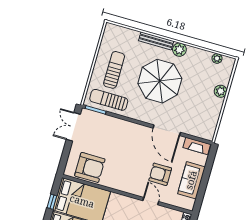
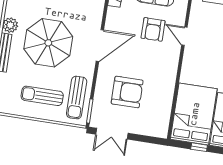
door: (167, 130) -> (100, 46), moved
armchair: (90, 167) -> (127, 92), moved, turned 90
door: (151, 201) -> (184, 36), hinge flipped

